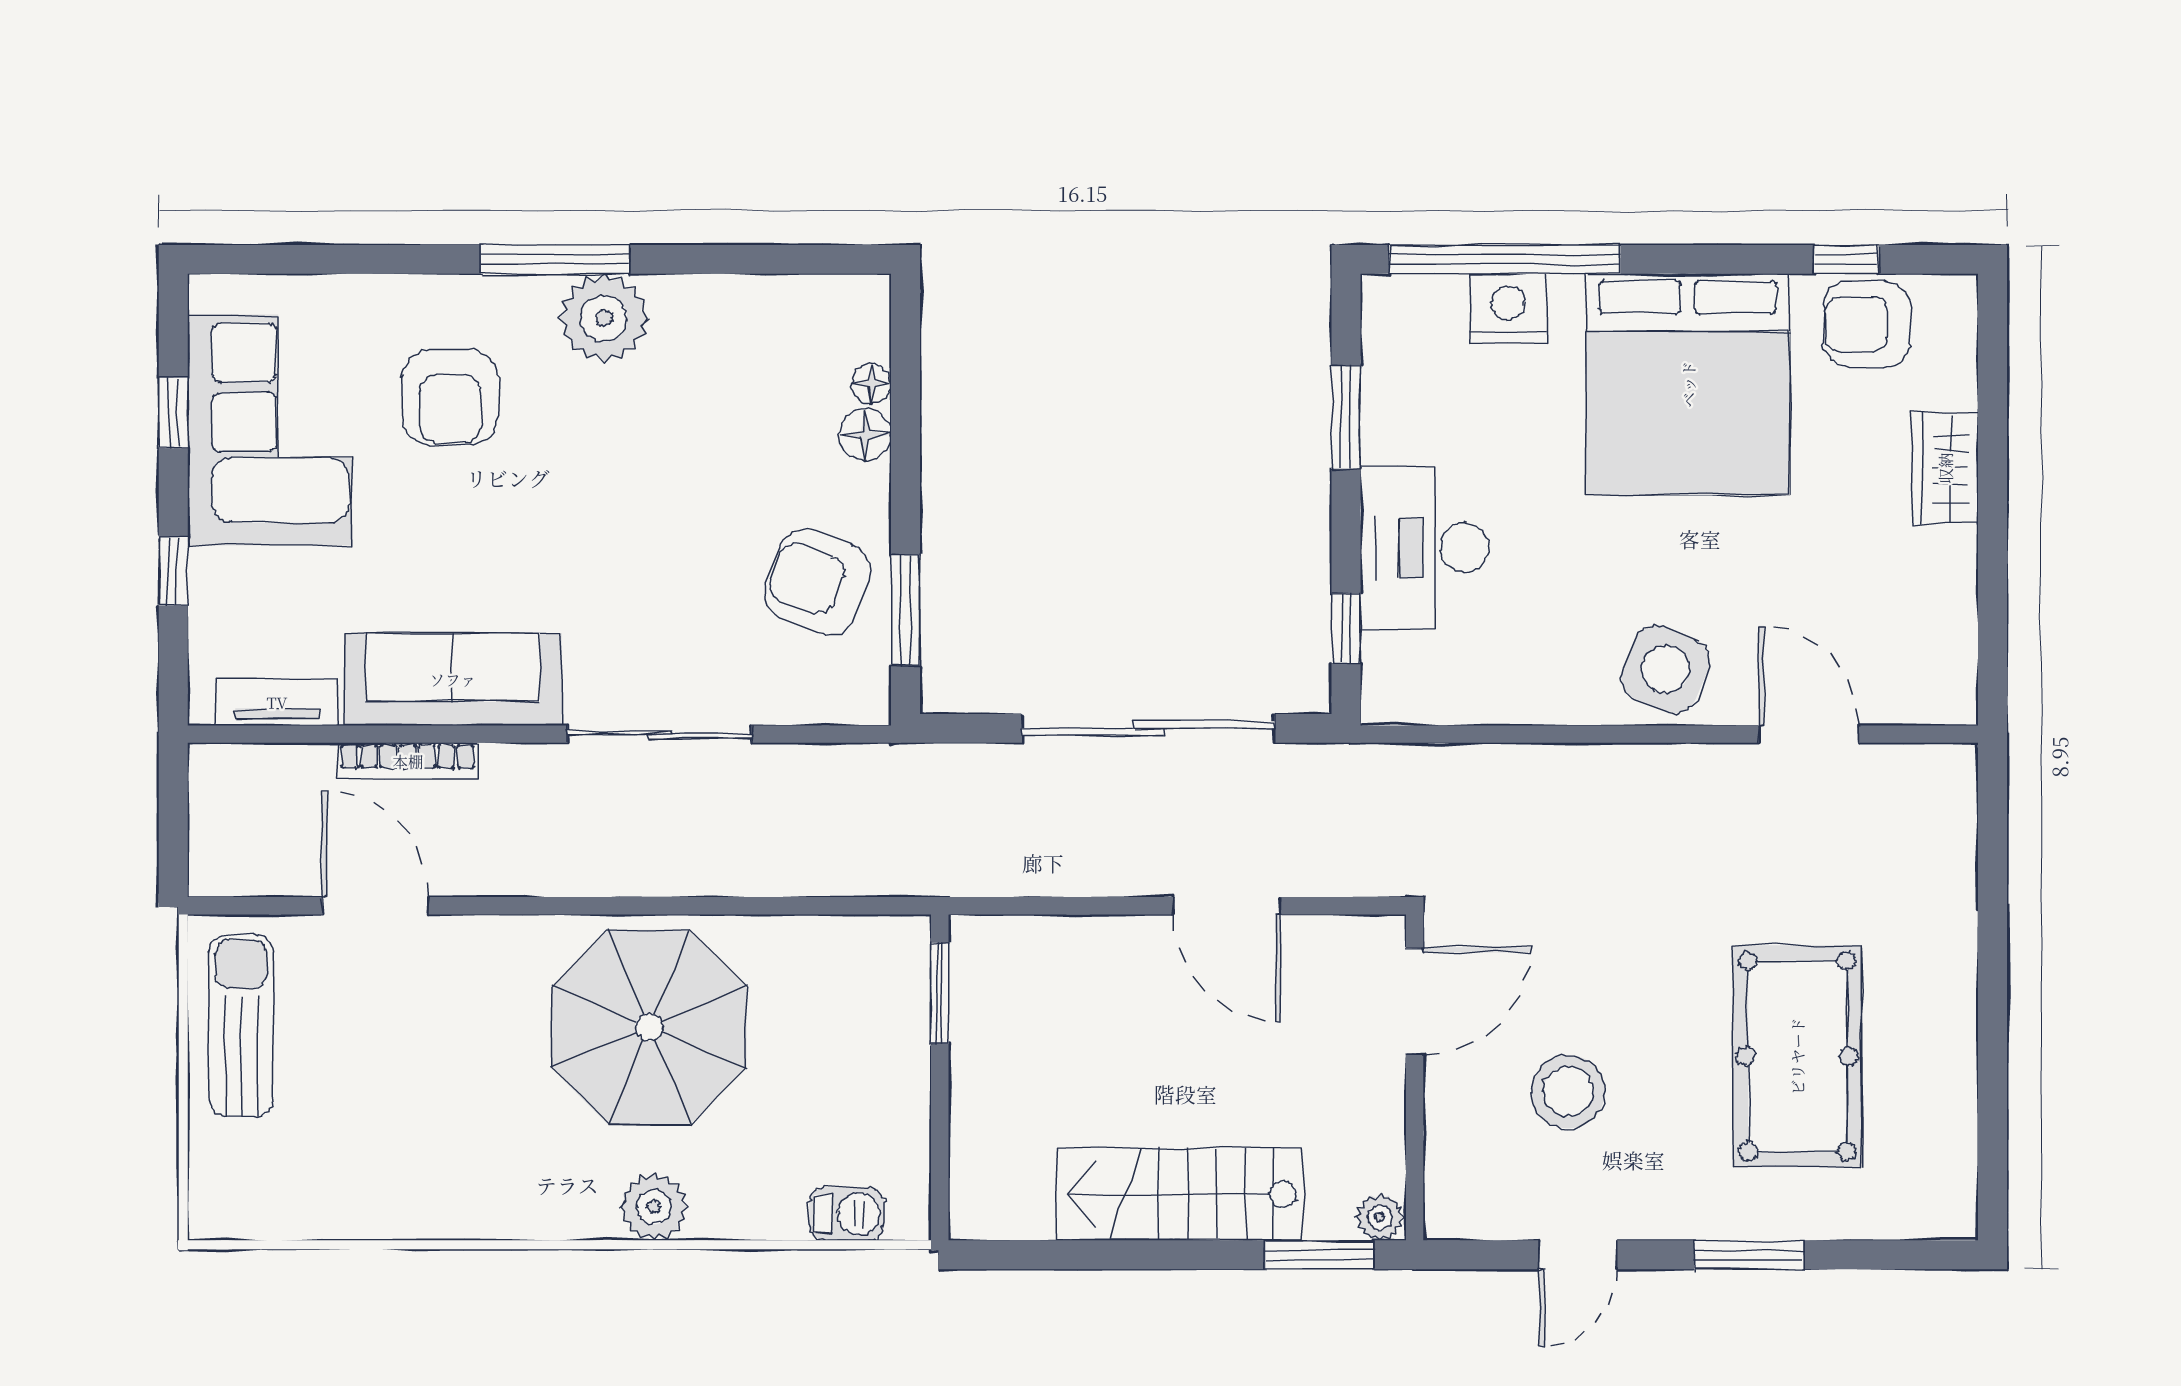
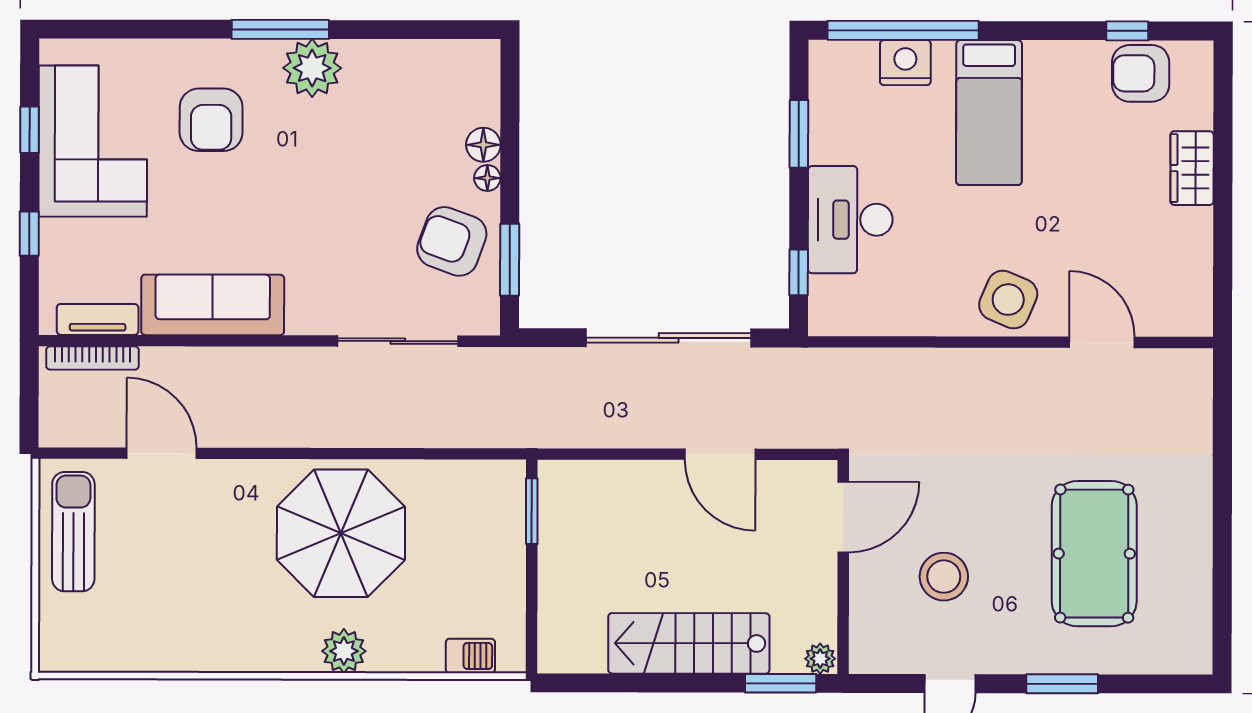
floor lamp: (871, 384) -> (487, 178), moved
bed: (1688, 384) -> (989, 113), width x0.49
sliding door: (660, 734) -> (398, 341), moved
bookcase: (408, 761) -> (92, 358), moved

